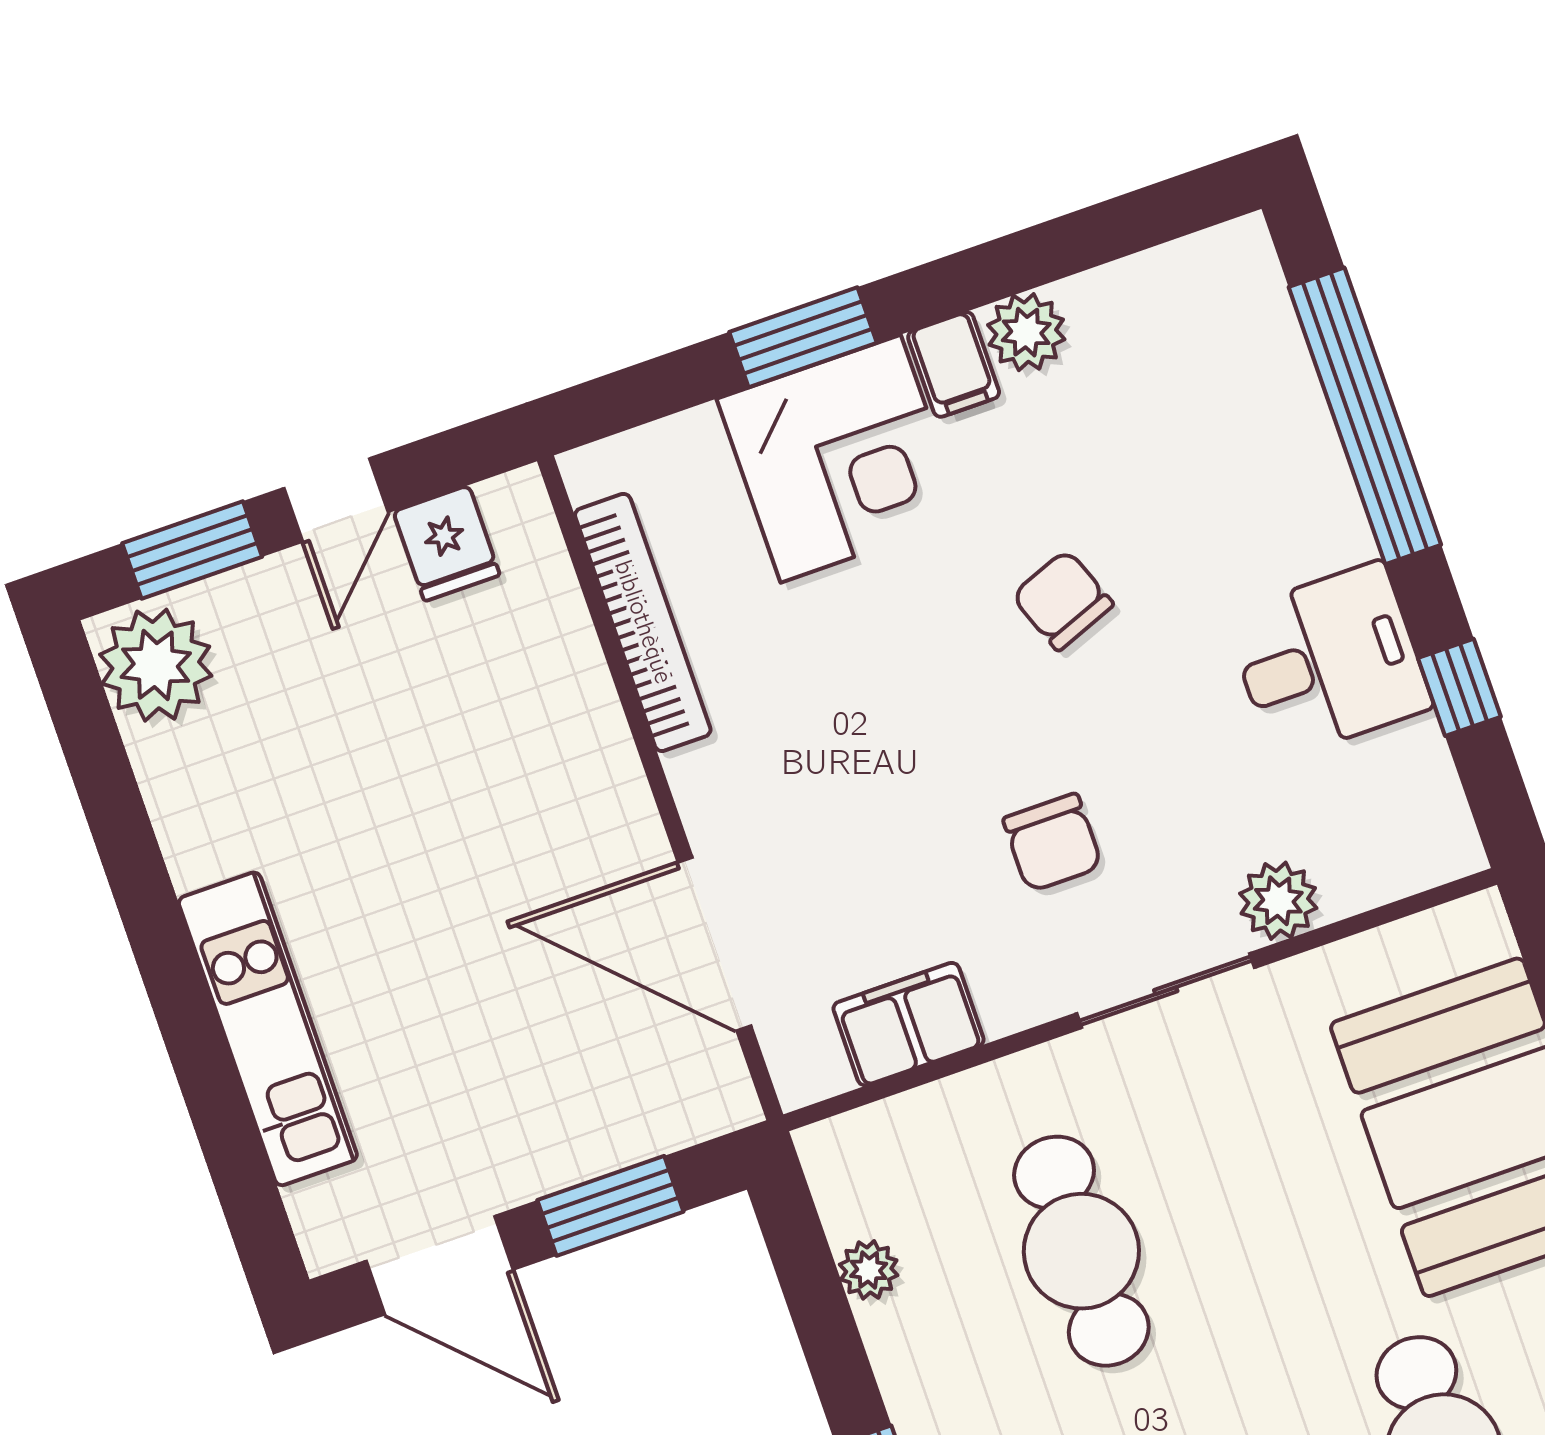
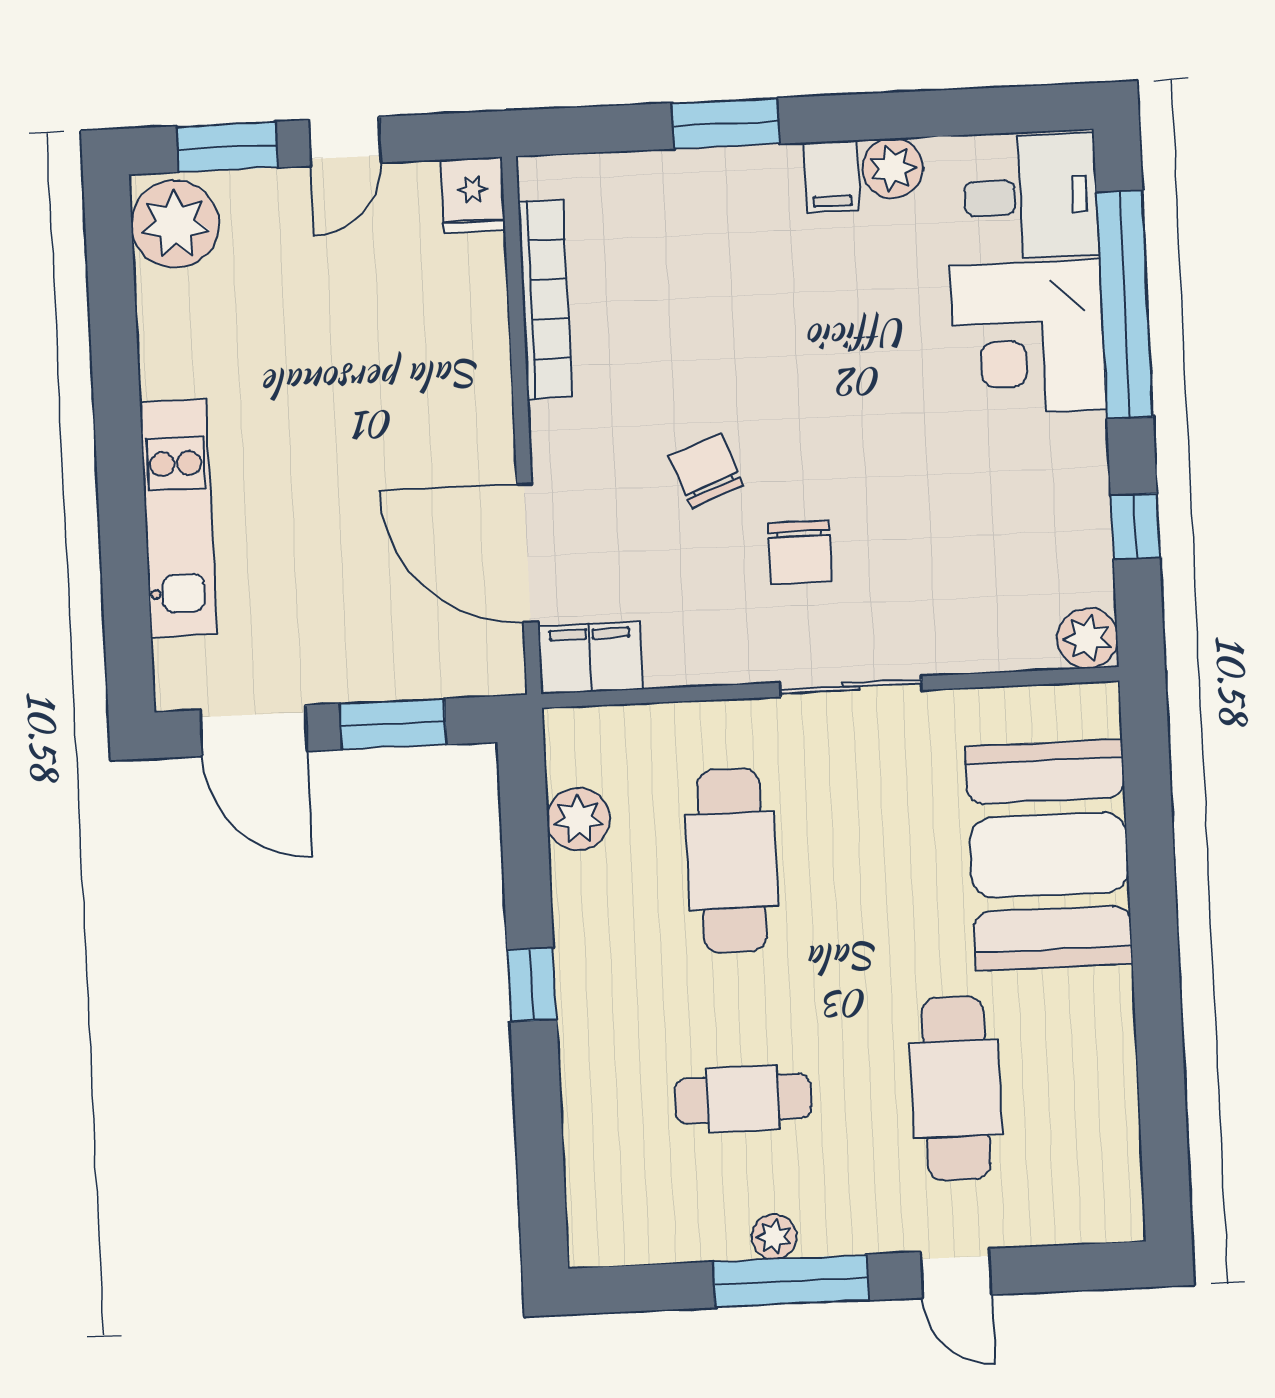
corner desk: (841, 459) -> (1028, 338), moved, turned 90
fridge: (447, 543) -> (473, 195), moved
chair: (1062, 600) -> (706, 470), moved
desk: (1328, 661) -> (1031, 196), moved
plant: (1278, 901) -> (1087, 638), moved
filing cabinet: (909, 1024) -> (590, 658), moved
plant: (869, 1270) -> (578, 819), width x1.38, depth x1.38

